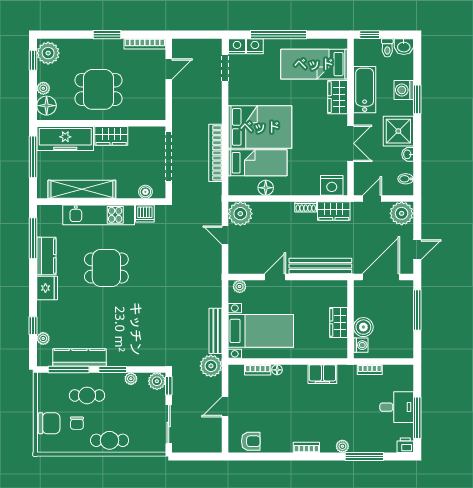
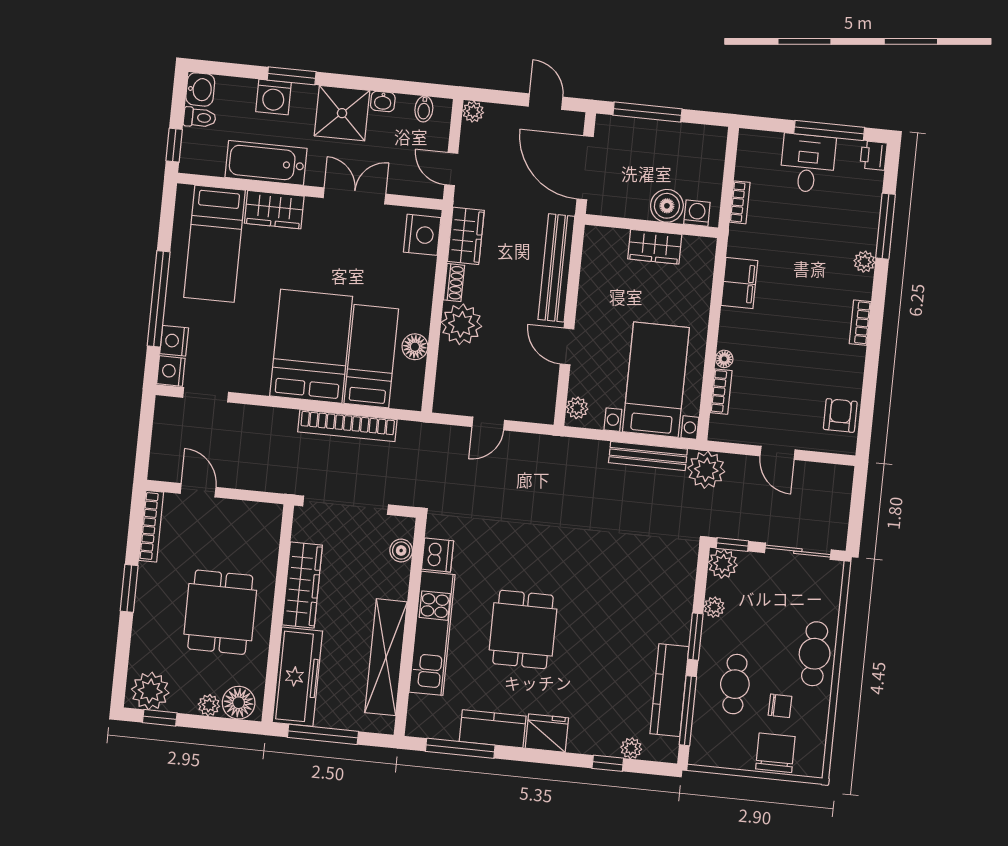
wardrobe: (111, 136) -> (302, 585), width x1.50
plant: (402, 213) -> (473, 112), width x0.53, depth x0.53
plant: (240, 214) -> (461, 324), moved

